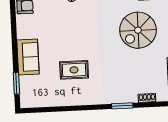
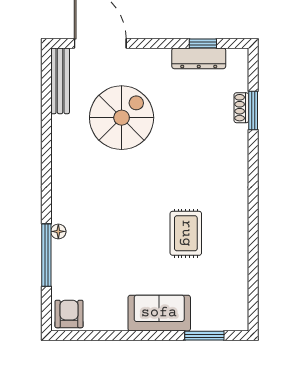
spiral stairs: (138, 30) -> (122, 118), turned -90
window: (122, 106) -> (253, 111), moved

